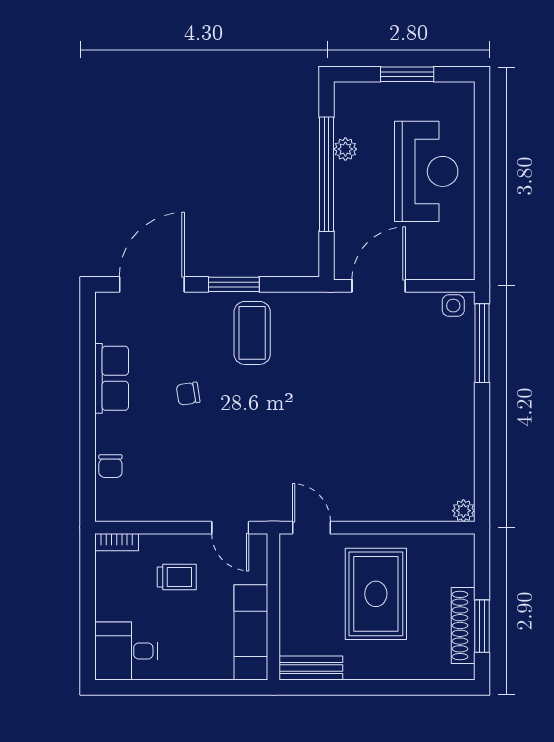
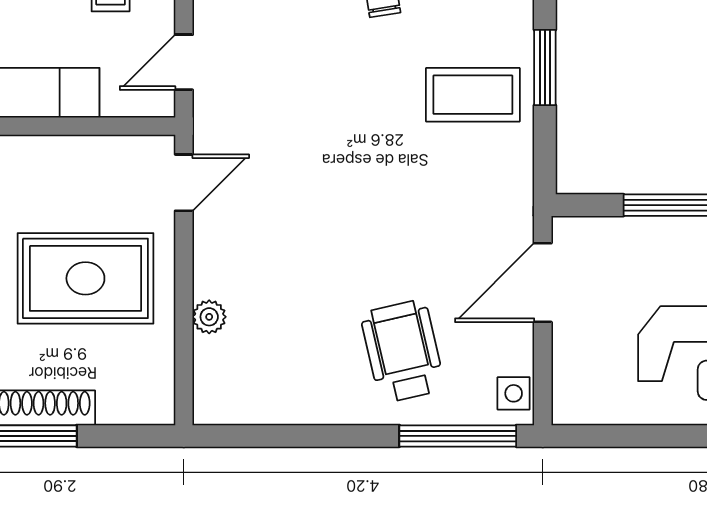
door: (379, 286) -> (543, 283), swing flipped
wheelchair: (425, 380) -> (403, 351), added
plant: (463, 511) -> (209, 317), moved

